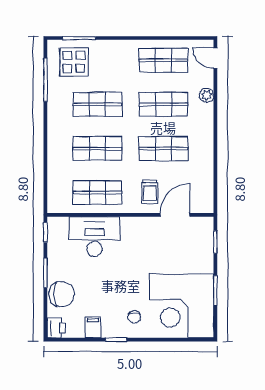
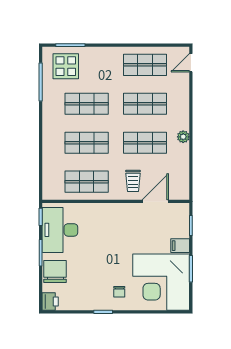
door: (215, 58) -> (191, 63), hinge flipped
plant: (207, 95) -> (183, 137), moved
desk: (94, 237) -> (60, 230), moved, turned -90
chair: (62, 294) -> (55, 272), turned -90
filing cabinet: (93, 327) -> (180, 246), moved, turned -90

